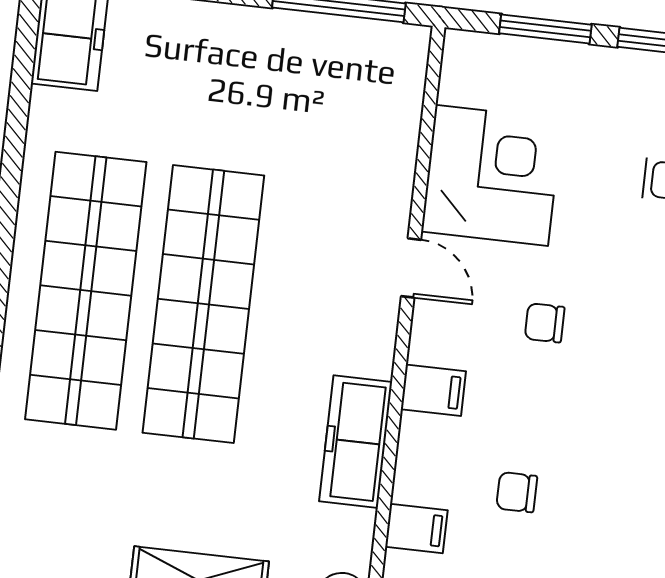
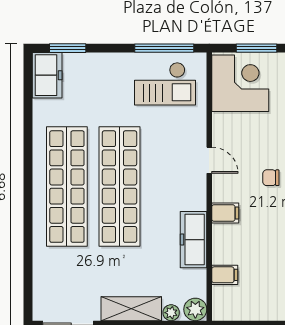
checkout: (332, 85) -> (165, 84), added
corner desk: (492, 175) -> (240, 83), moved
chair: (517, 492) -> (267, 254), removed

